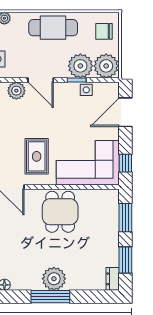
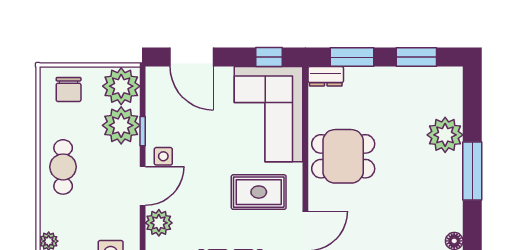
cafe table: (53, 28) -> (63, 167), width x0.73, depth x0.74
side table: (86, 90) -> (163, 156), moved
plant: (54, 279) -> (445, 135), moved
dresser: (113, 279) -> (326, 76), moved

